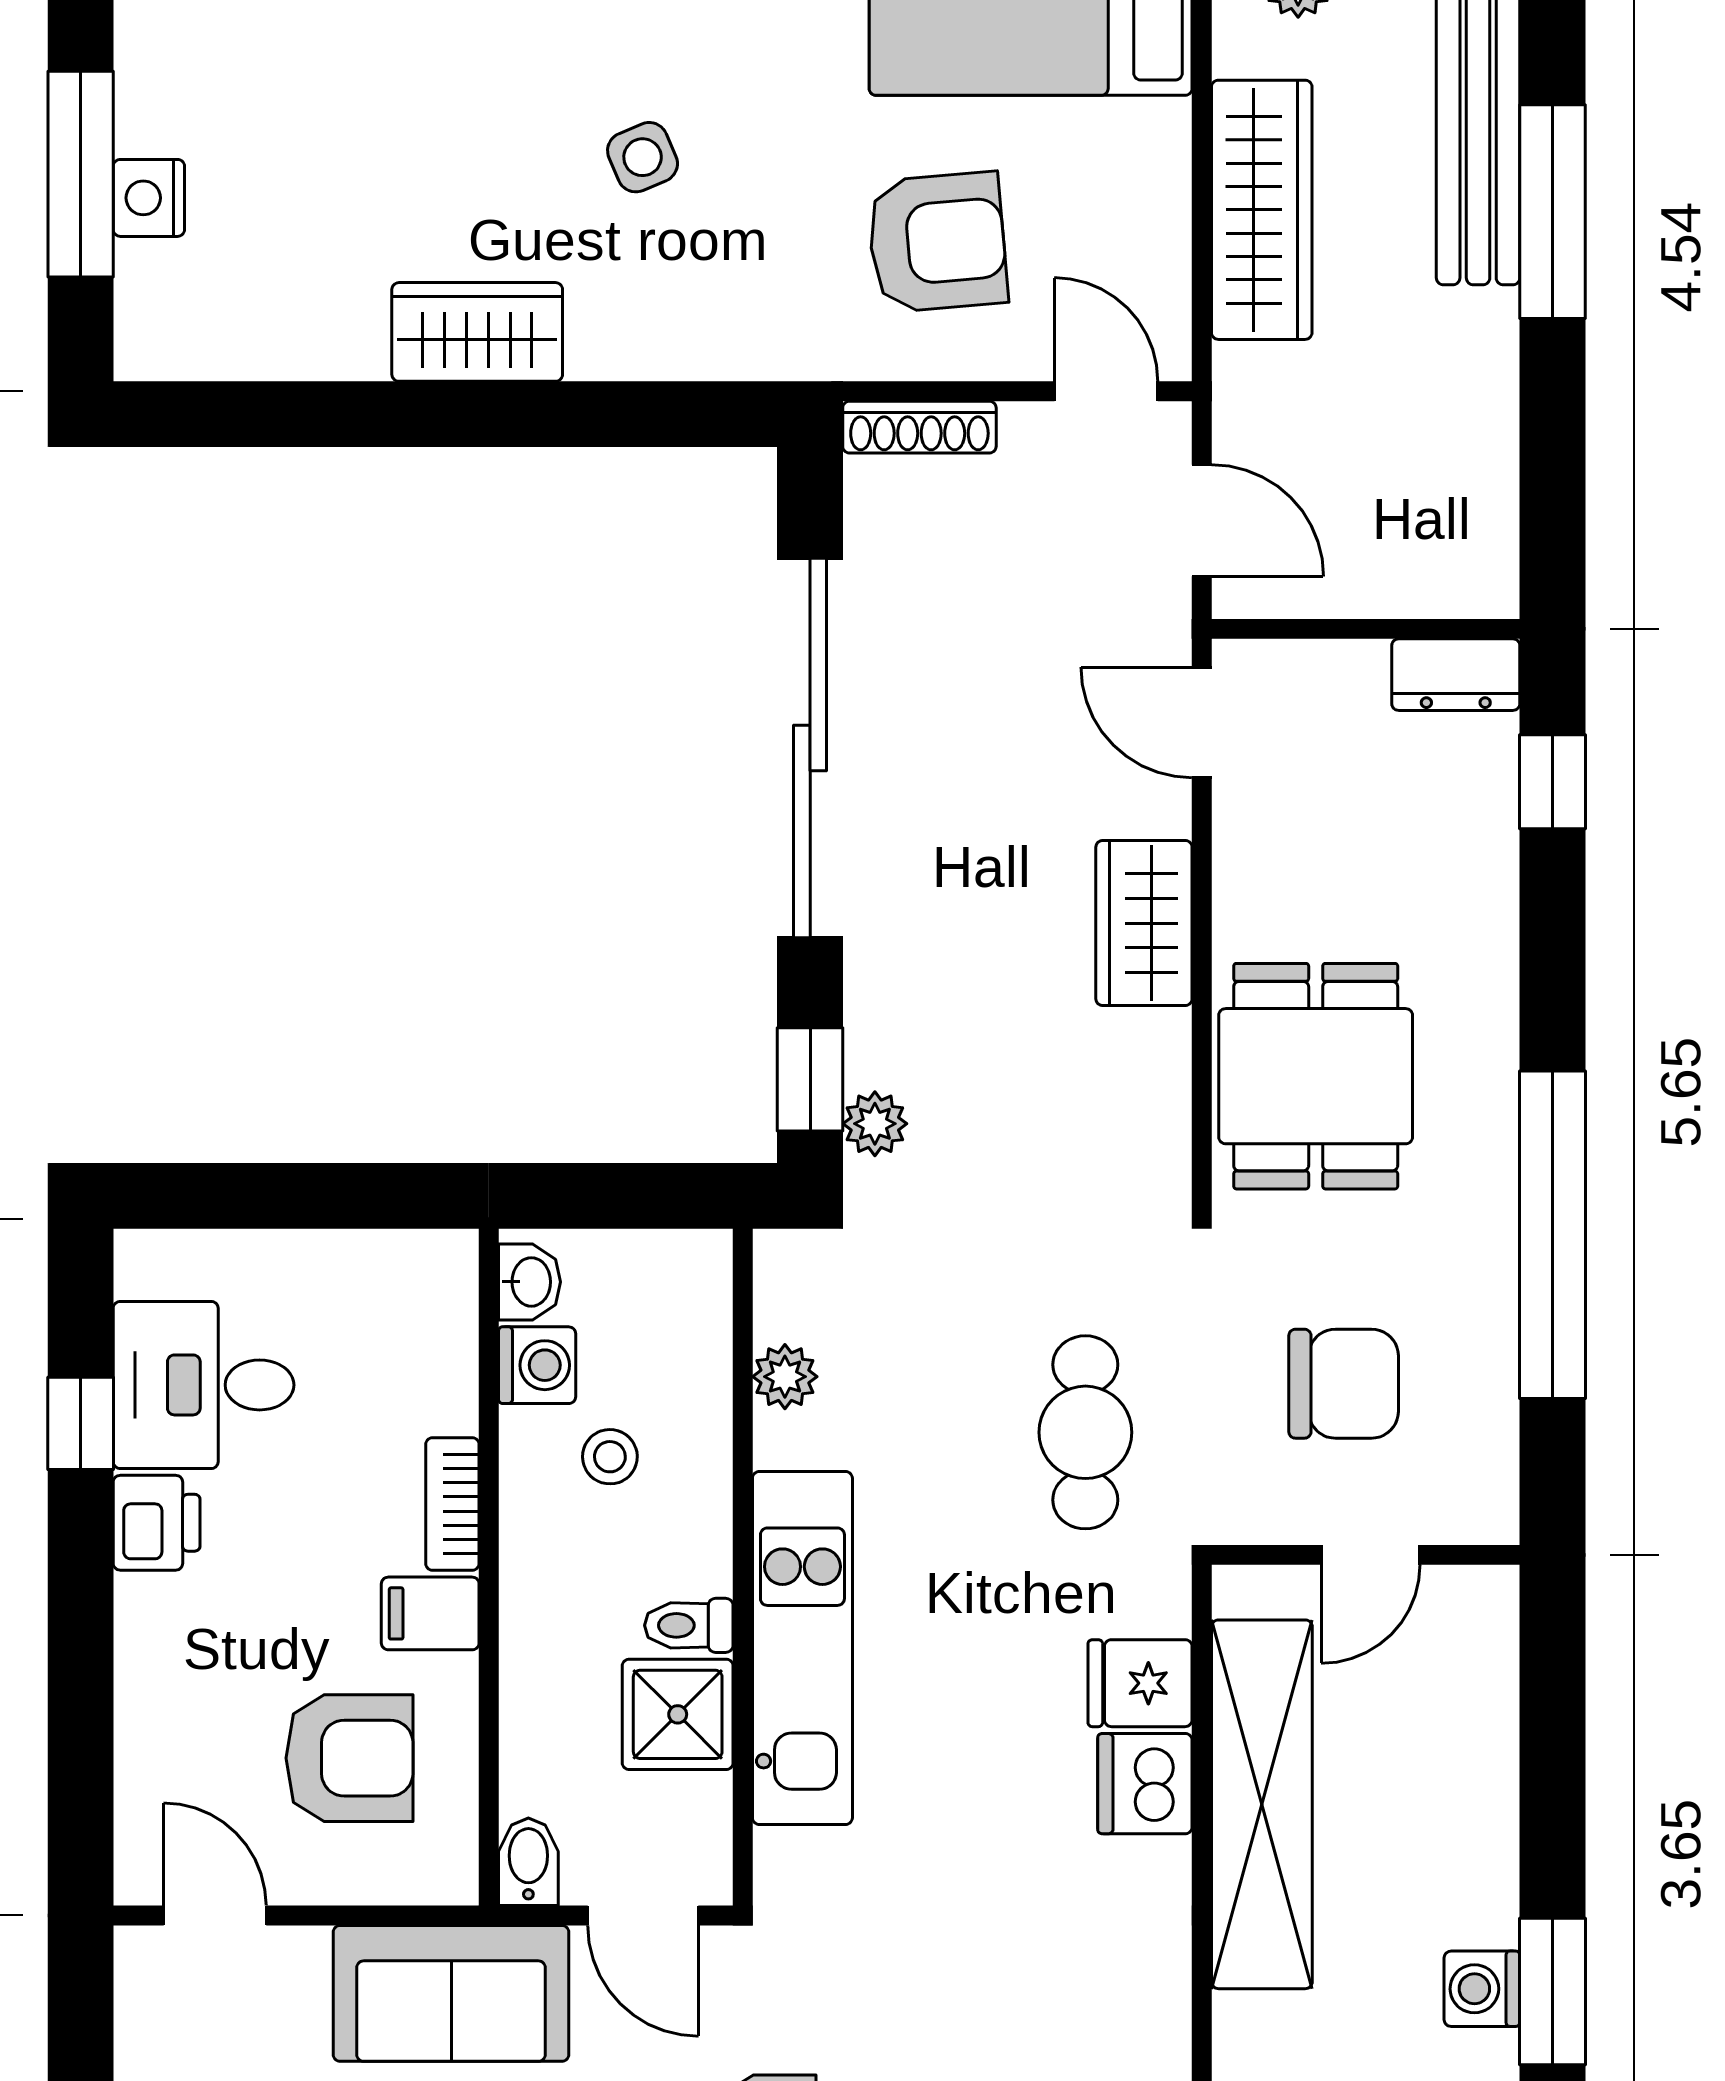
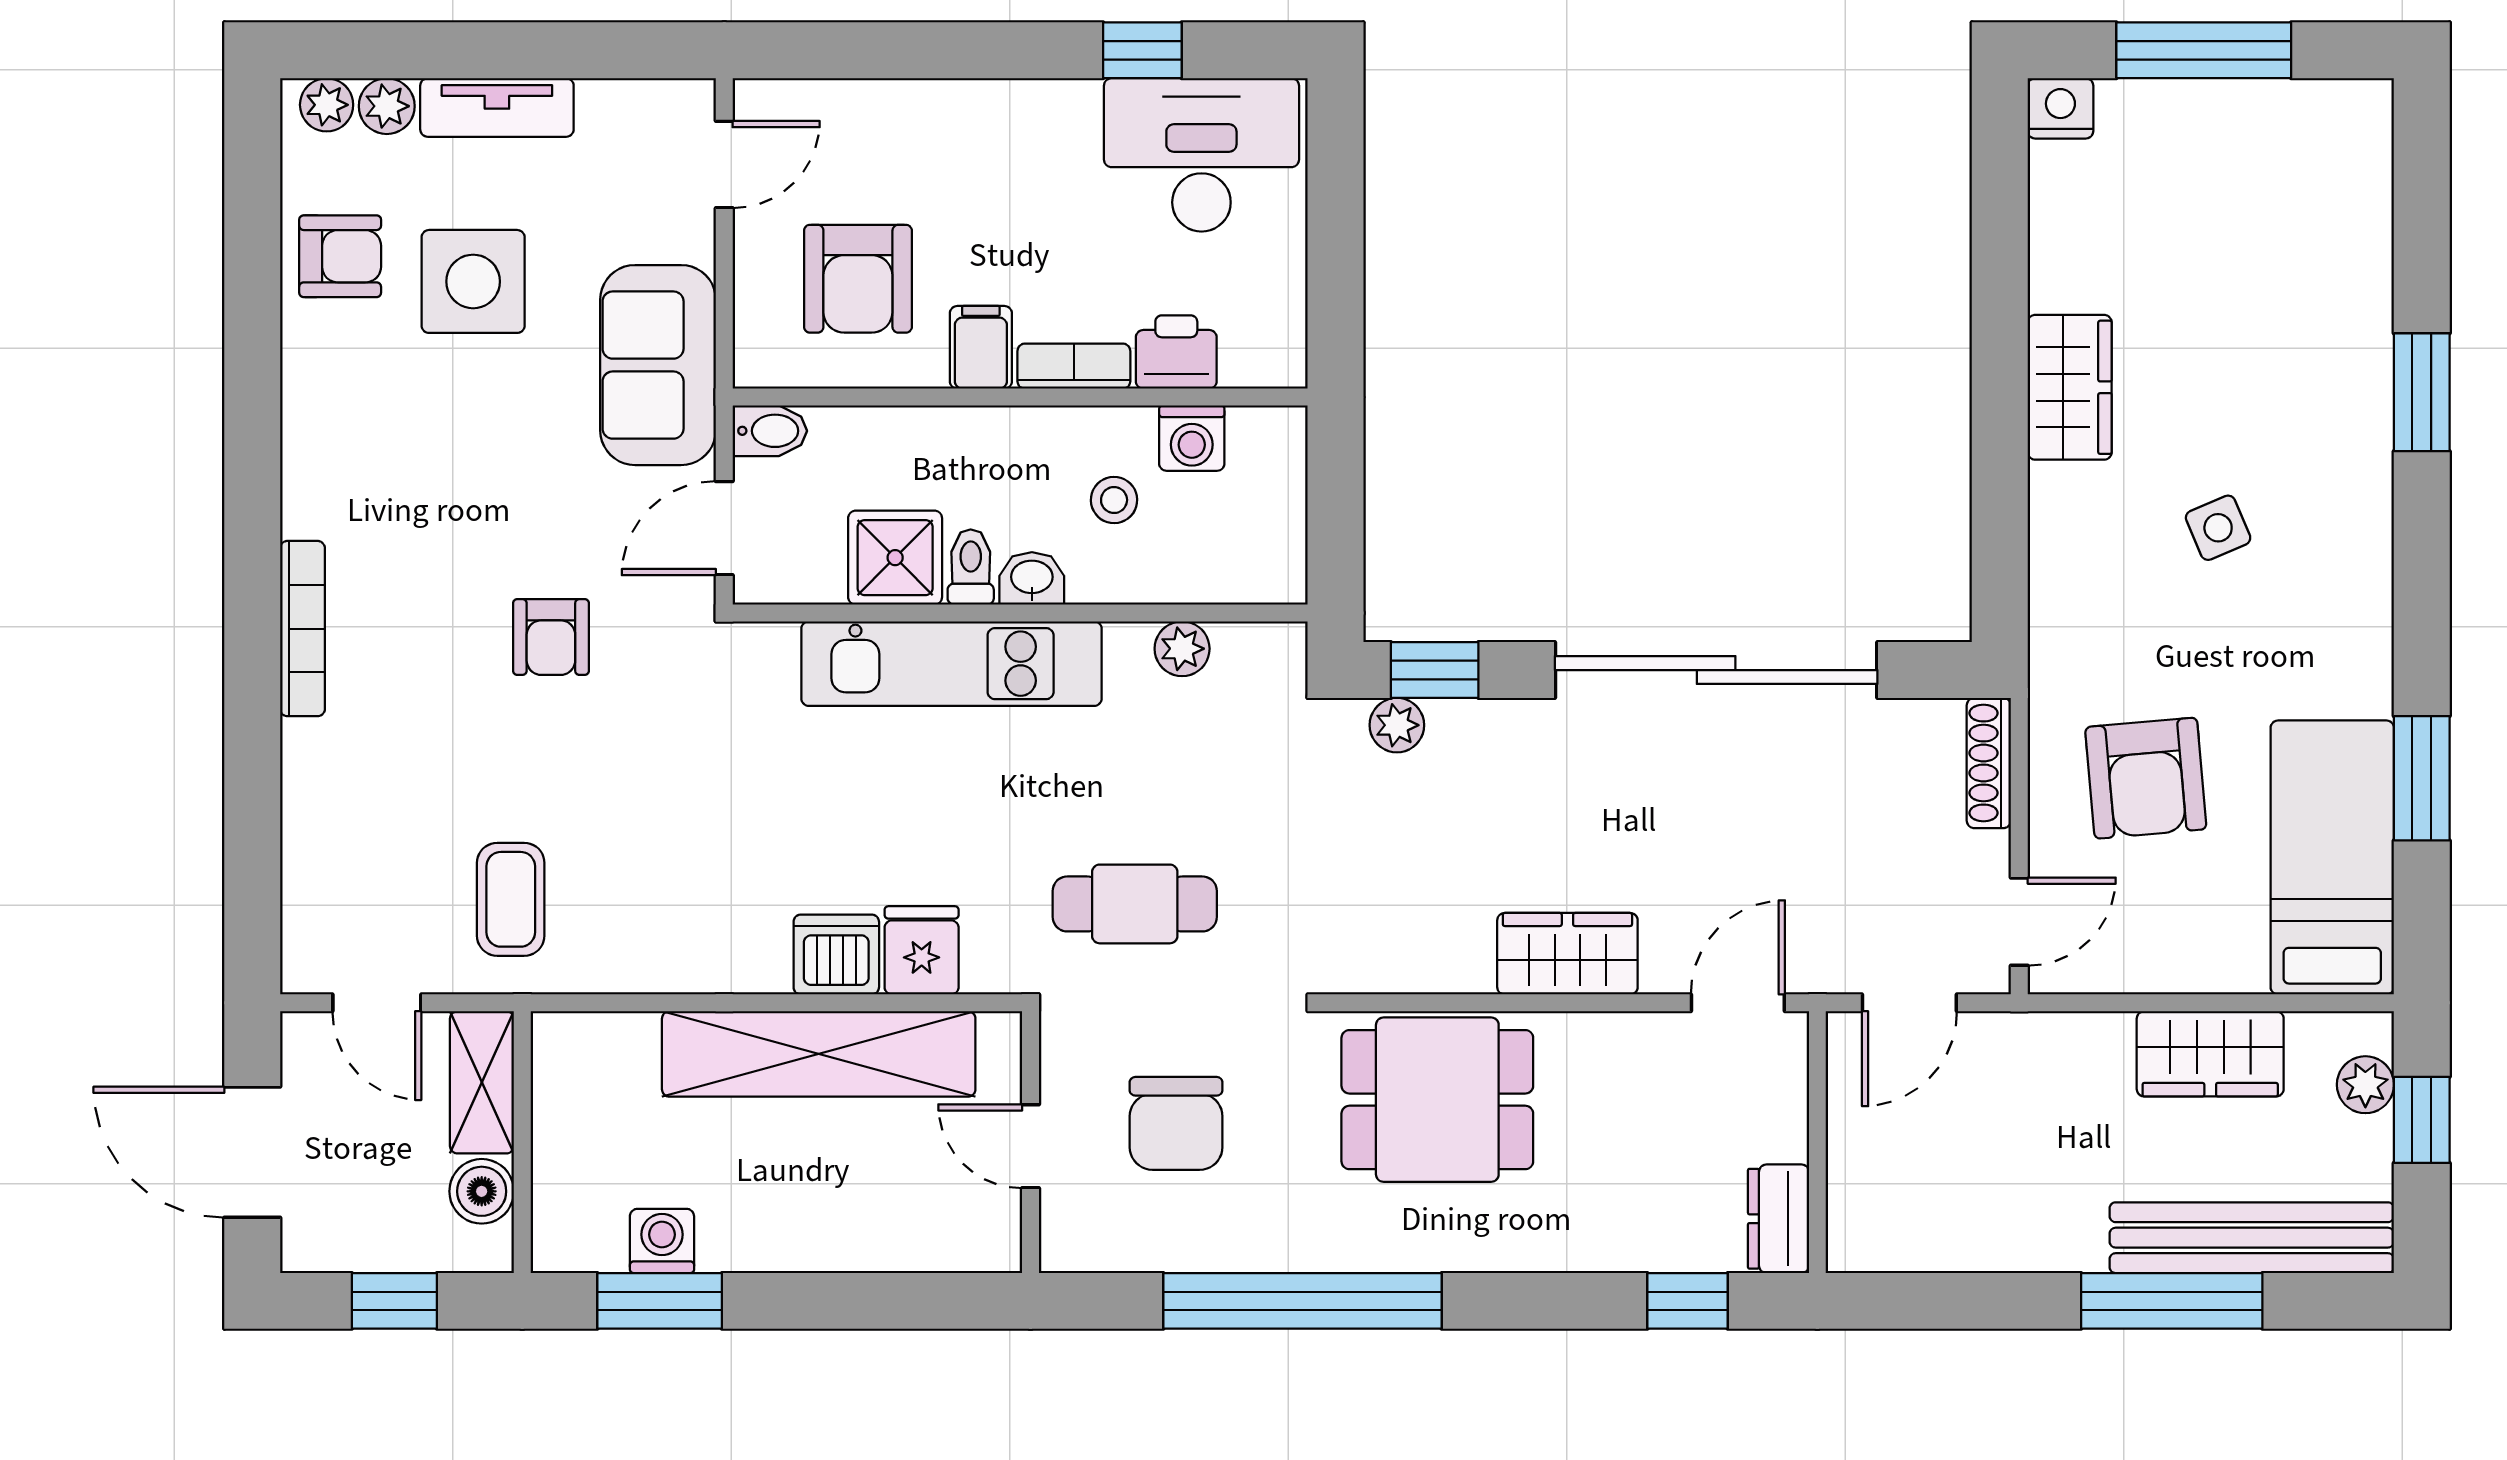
nightstand: (149, 198) -> (2060, 108), moved
wardrobe: (1262, 210) -> (2210, 1054), width x0.67
washbasin: (529, 1282) -> (1032, 578), moved, turned 180
desk: (204, 1385) -> (1201, 155), width x1.37
printer: (157, 1523) -> (1176, 352), moved, turned 180

